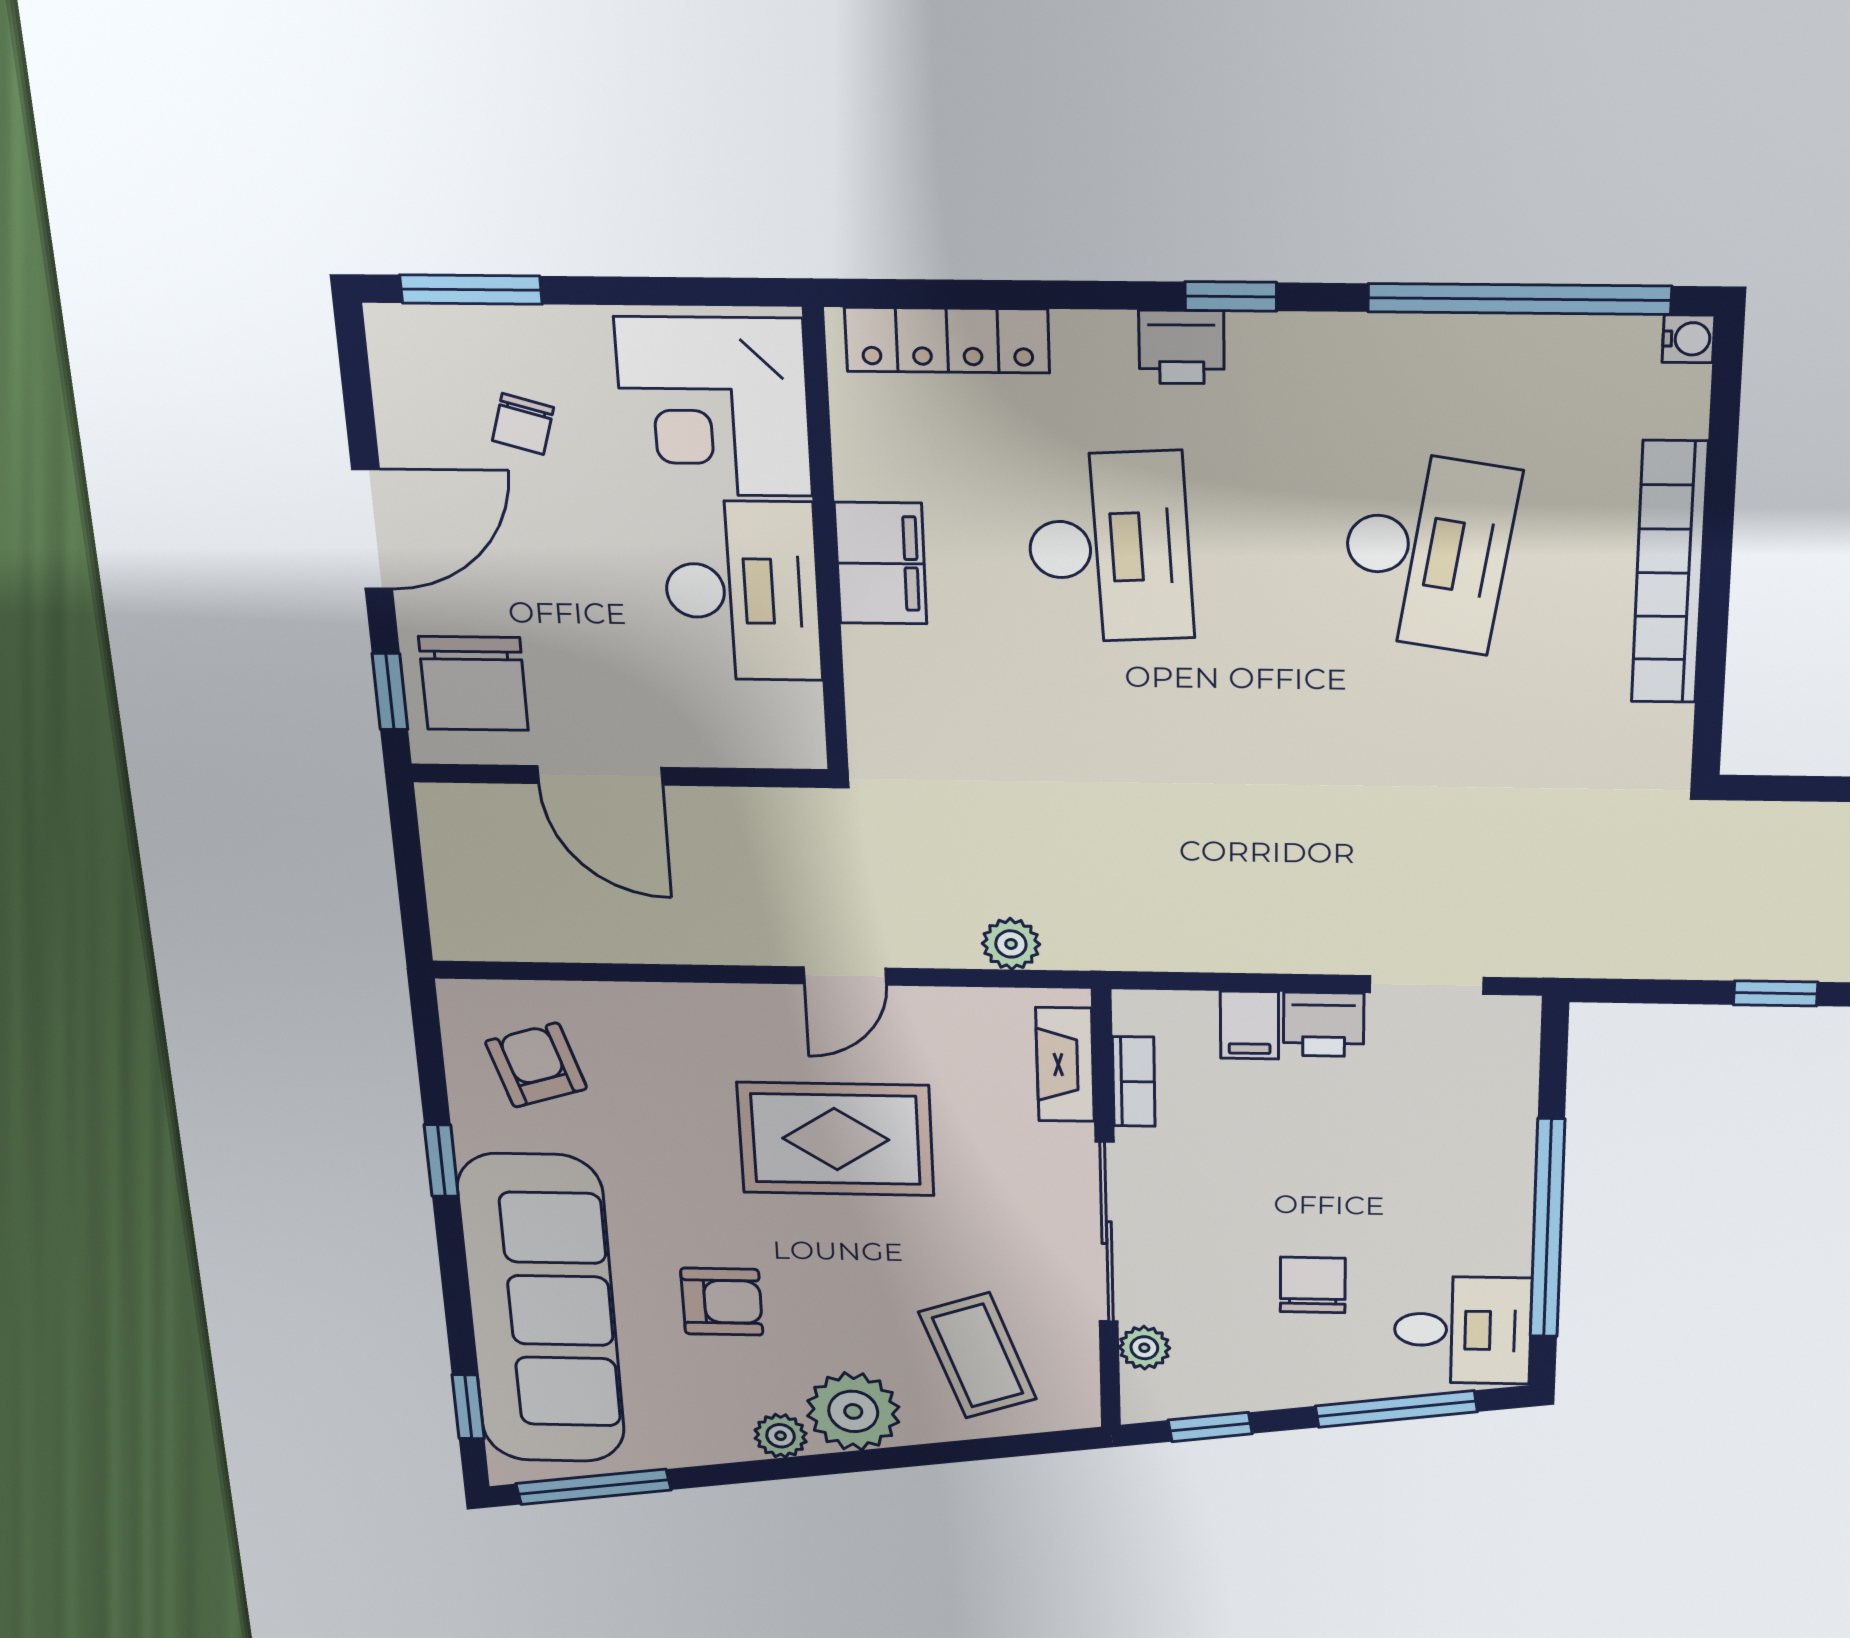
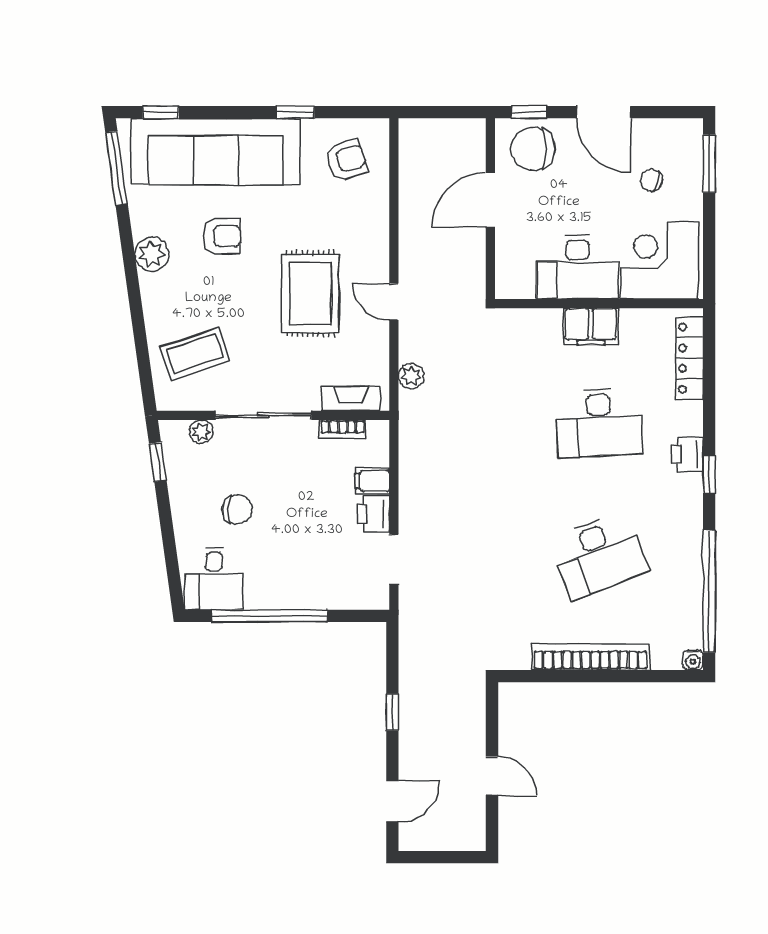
desk: (1427, 551) -> (599, 556), turned -30
armchair: (722, 1302) -> (222, 236), turned -90
window: (1396, 1409) -> (170, 549), removed
plant: (853, 1411) -> (162, 294), removed
plant: (781, 1436) -> (152, 254), width x1.38, depth x1.38

